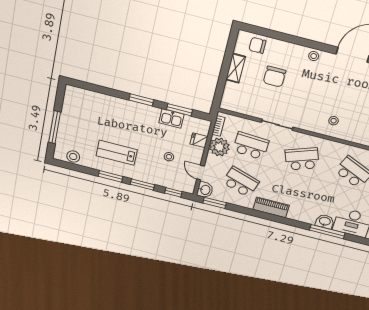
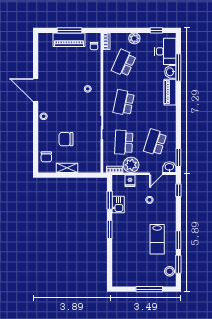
chair: (275, 77) -> (66, 139), turned 180
school desk: (302, 159) -> (124, 103), turned 33
window: (142, 184) -> (178, 264), moved
piano: (271, 207) -> (170, 92), moved

